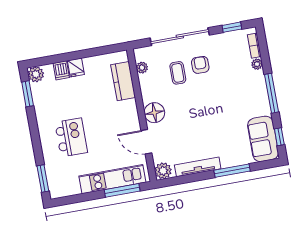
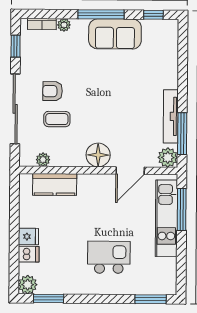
sofa: (263, 139) -> (115, 34), moved
window: (232, 171) -> (182, 134), moved

